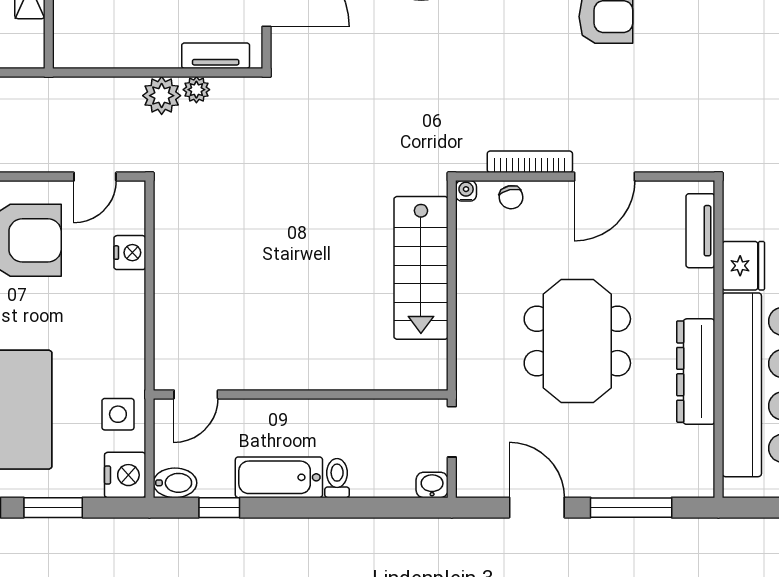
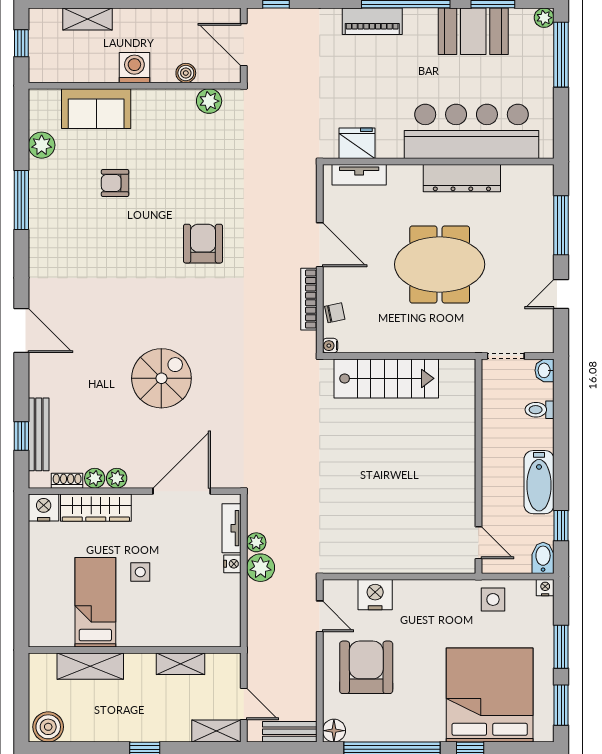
nightstand: (167, 57) -> (232, 564), added
nightstand: (130, 253) -> (375, 595), width x1.36, depth x1.33
fridge: (743, 266) -> (357, 143), moved
nightstand: (125, 475) -> (545, 588), width x0.53, depth x0.56
toilet: (337, 478) -> (540, 410), moved
door: (537, 508) -> (561, 294), width x0.73

